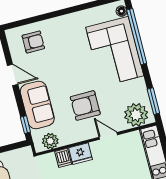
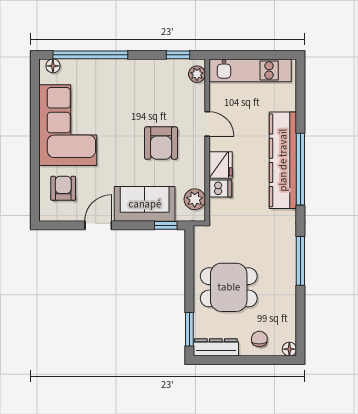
corner sofa: (115, 51) -> (68, 125), moved, turned -90
window: (153, 101) -> (178, 55), width x0.67
plant: (136, 115) -> (197, 74), width x0.53, depth x0.53
door: (108, 136) -> (207, 124), swing flipped

